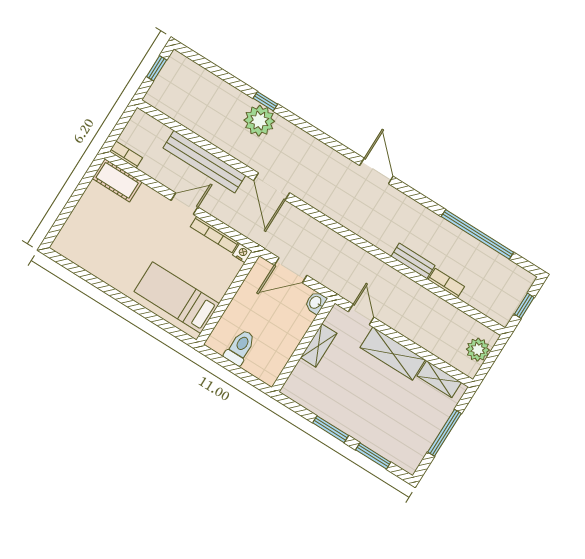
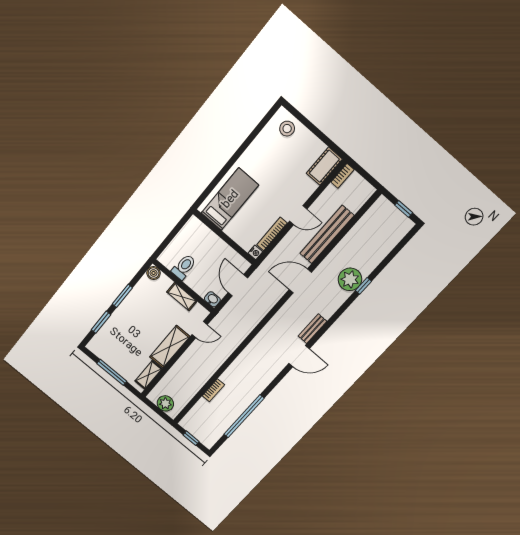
door: (185, 204) -> (298, 215), hinge flipped
stool: (77, 236) -> (287, 129), added
bench: (413, 261) -> (312, 329), moved
toilet: (240, 347) -> (184, 267), moved, turned -90
boiler: (292, 389) -> (154, 273), added

